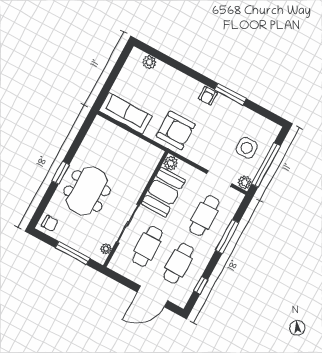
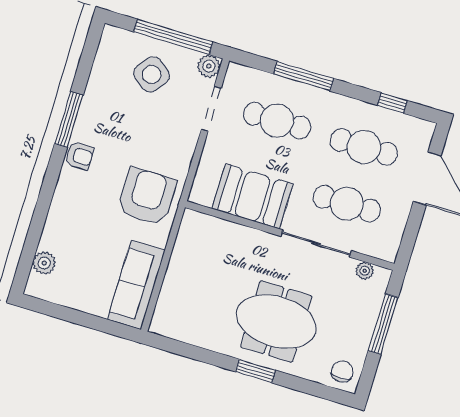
side table: (247, 148) -> (152, 74), turned 38
plant: (171, 163) -> (203, 194), removed

